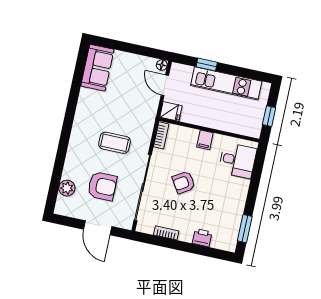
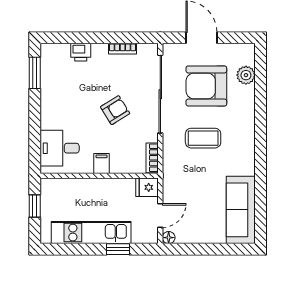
sofa: (97, 68) -> (241, 210), width x1.36
door: (165, 85) -> (160, 215), hinge flipped
armchair: (102, 186) -> (206, 86), width x1.36, depth x1.36

